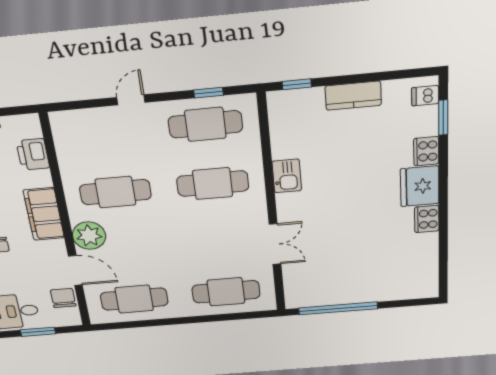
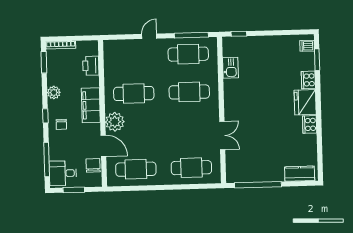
window: (208, 93) -> (191, 35), width x2.17
kitchen counter: (353, 96) -> (300, 174), moved, turned 180
kitchen sink: (287, 176) -> (230, 68), moved

